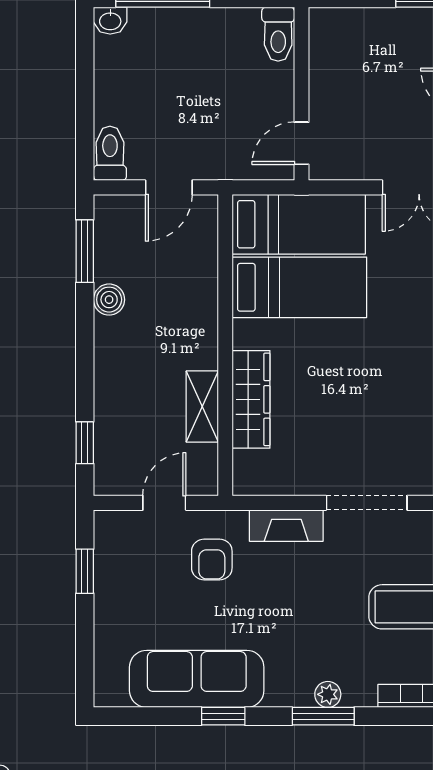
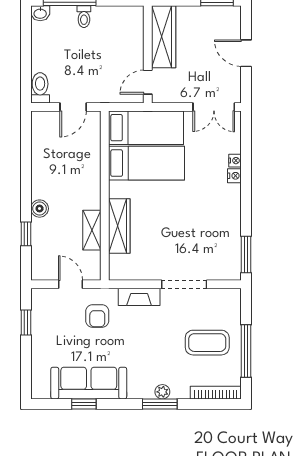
toilet: (278, 34) -> (84, 17), moved, width x0.73, depth x0.72
wardrobe: (330, 62) -> (164, 37), added
window: (85, 251) -> (26, 143), removed
boiler: (109, 300) -> (40, 209), moved
window: (85, 443) -> (26, 234), moved
door: (164, 503) -> (71, 284), hinge flipped
window: (223, 716) -> (84, 404), moved

